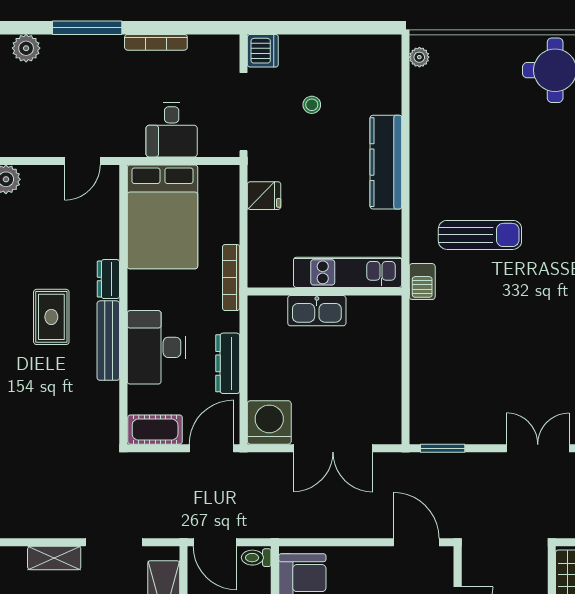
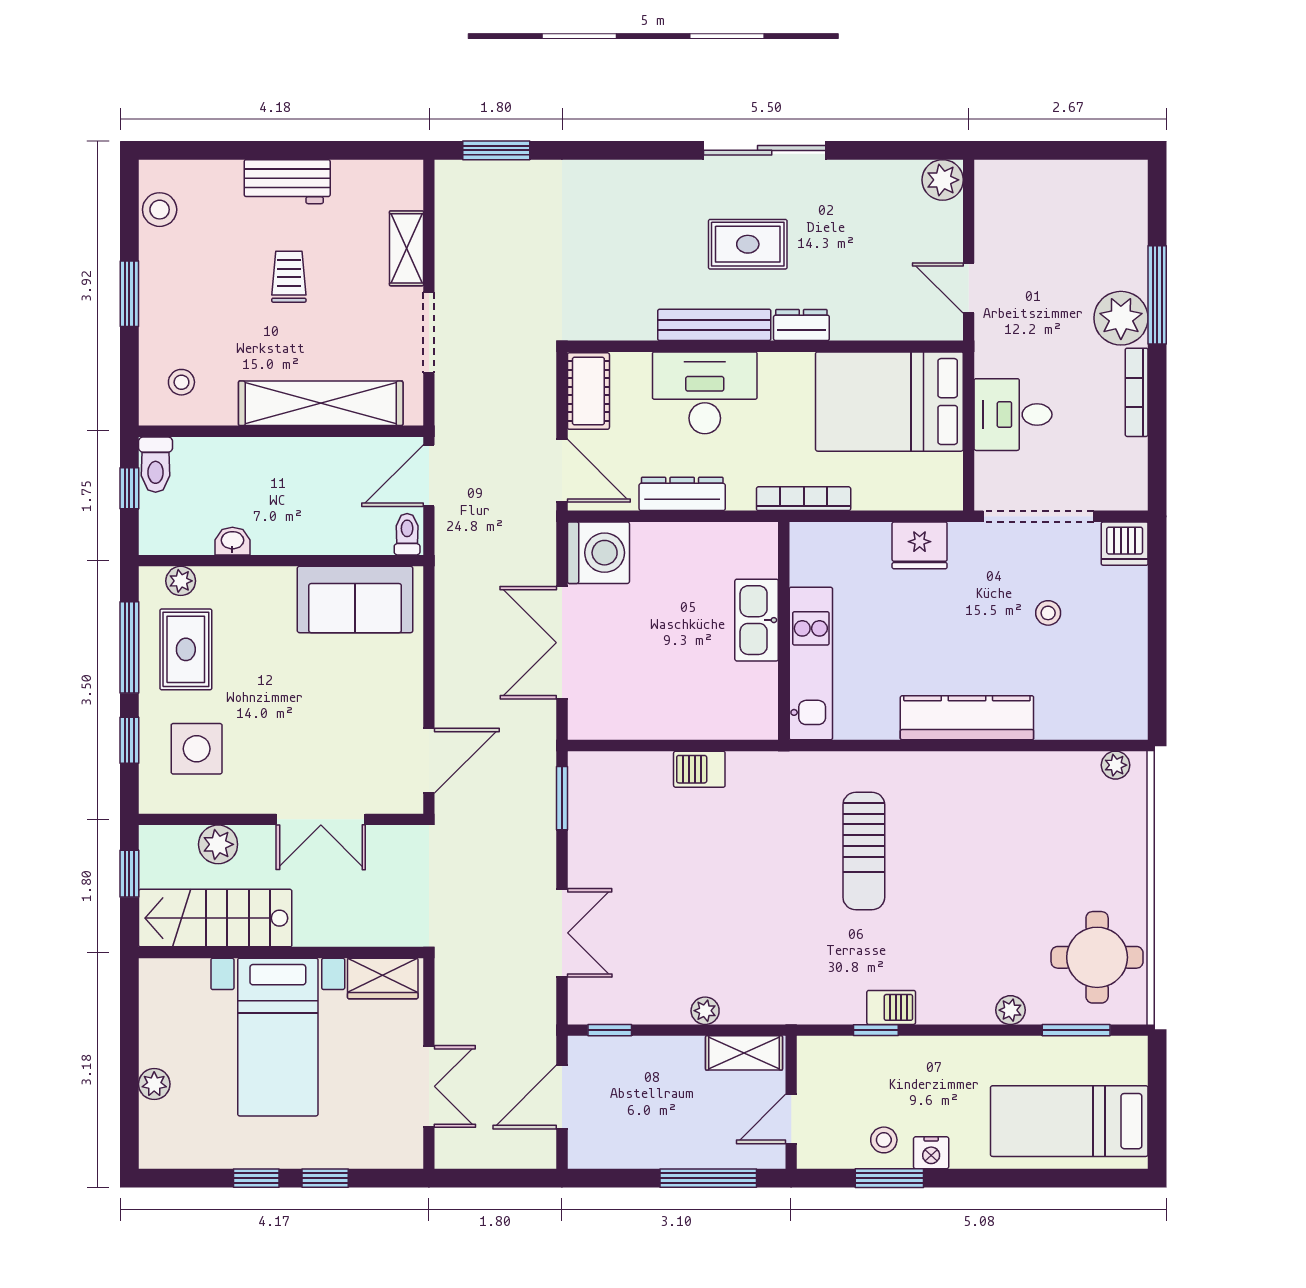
plant: (26, 48) -> (1121, 318), moved, width x1.36, depth x1.36
fridge: (264, 196) -> (920, 545), width x1.38
barbecue: (422, 282) -> (699, 769), moved

